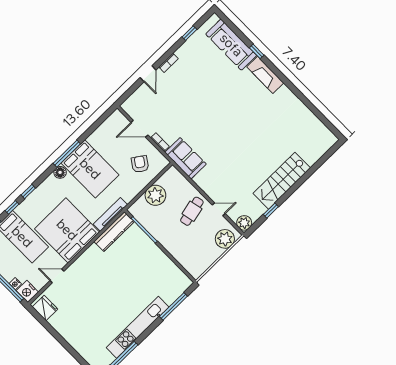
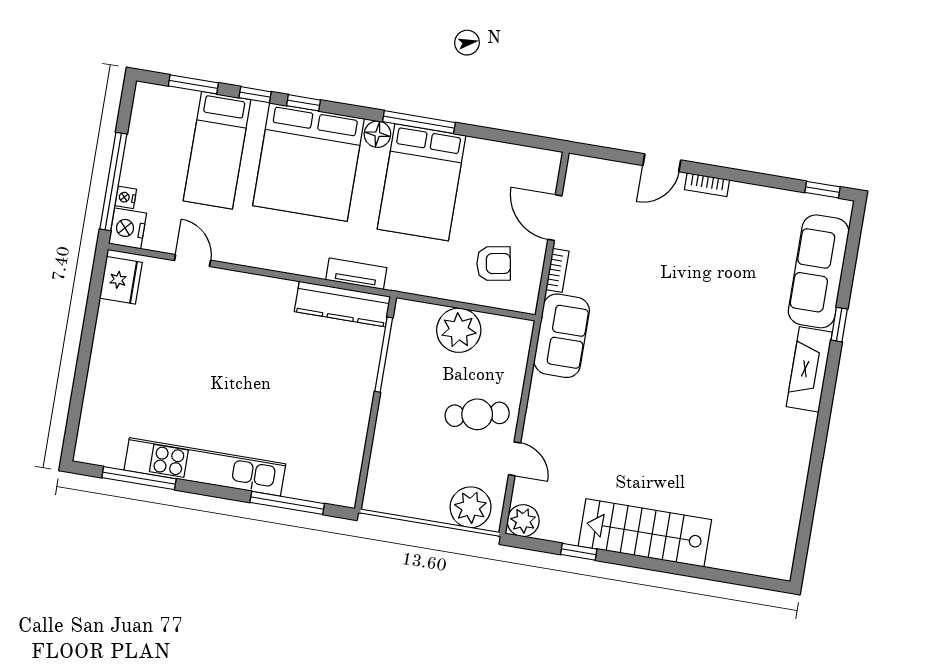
window: (189, 33) -> (823, 190), moved
armchair: (140, 164) -> (494, 264), turned 46
tv unit: (110, 214) -> (356, 274), width x0.71
bed: (67, 230) -> (308, 162), moved, turned 180

